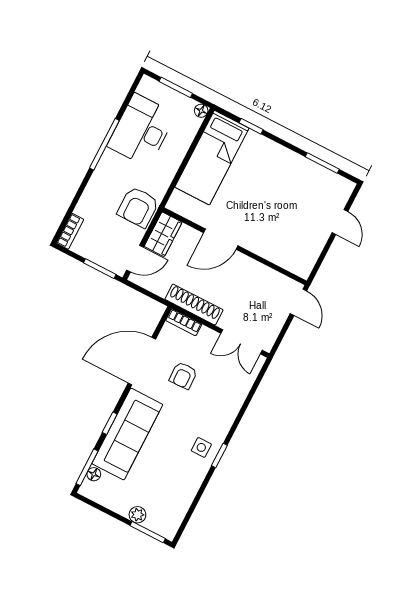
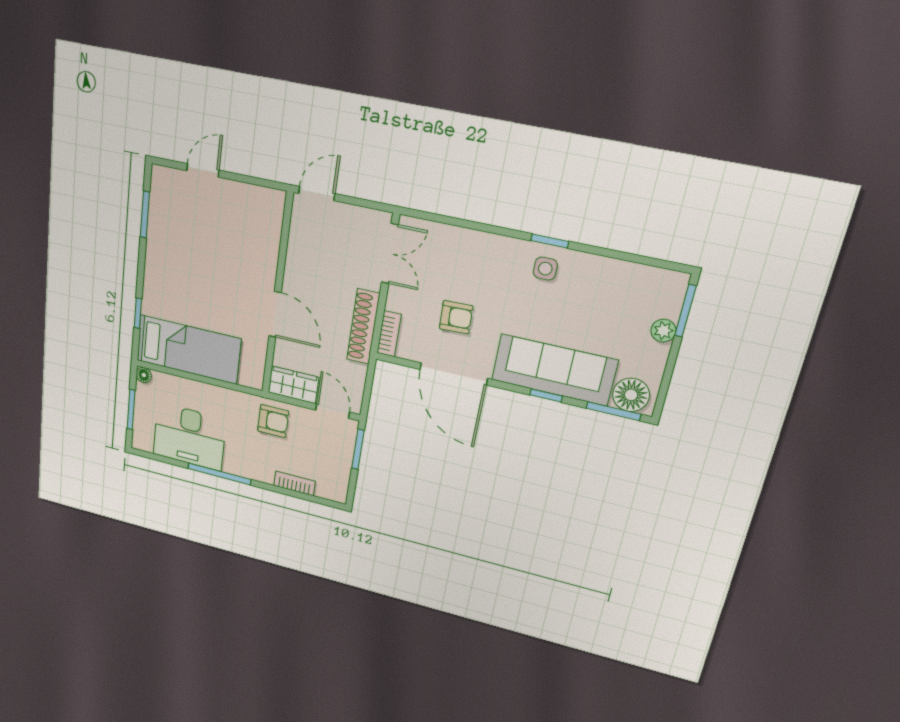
armchair: (138, 207) -> (273, 421), width x0.72, depth x0.72
bookcase: (70, 231) -> (294, 483), moved
floor lamp: (94, 474) -> (631, 395), width x1.89, depth x1.89

